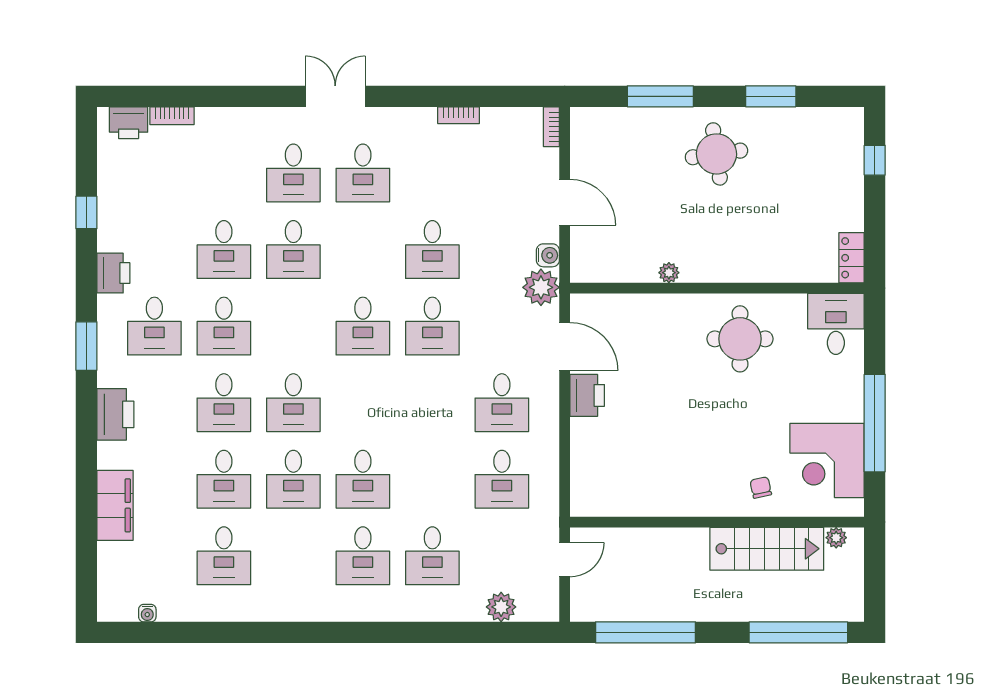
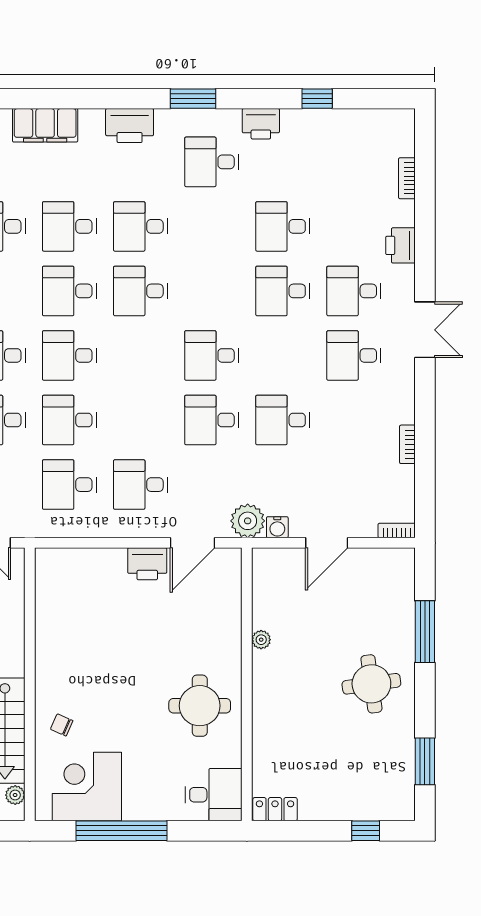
window: (771, 96) -> (425, 761), moved
printer: (129, 123) -> (400, 245), moved
desk: (224, 326) -> (69, 420), moved
chair: (761, 488) -> (62, 725), turned -144

